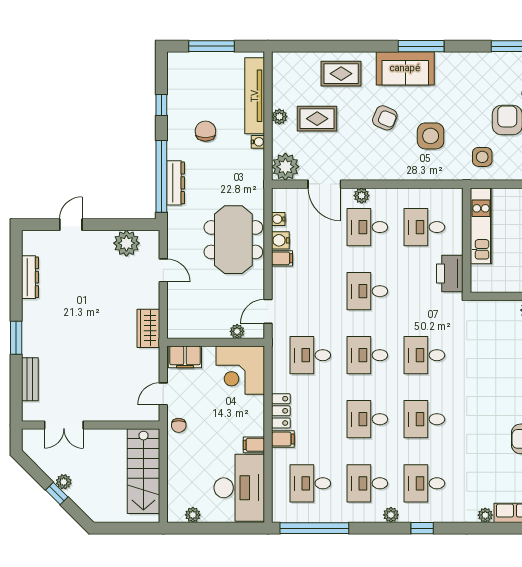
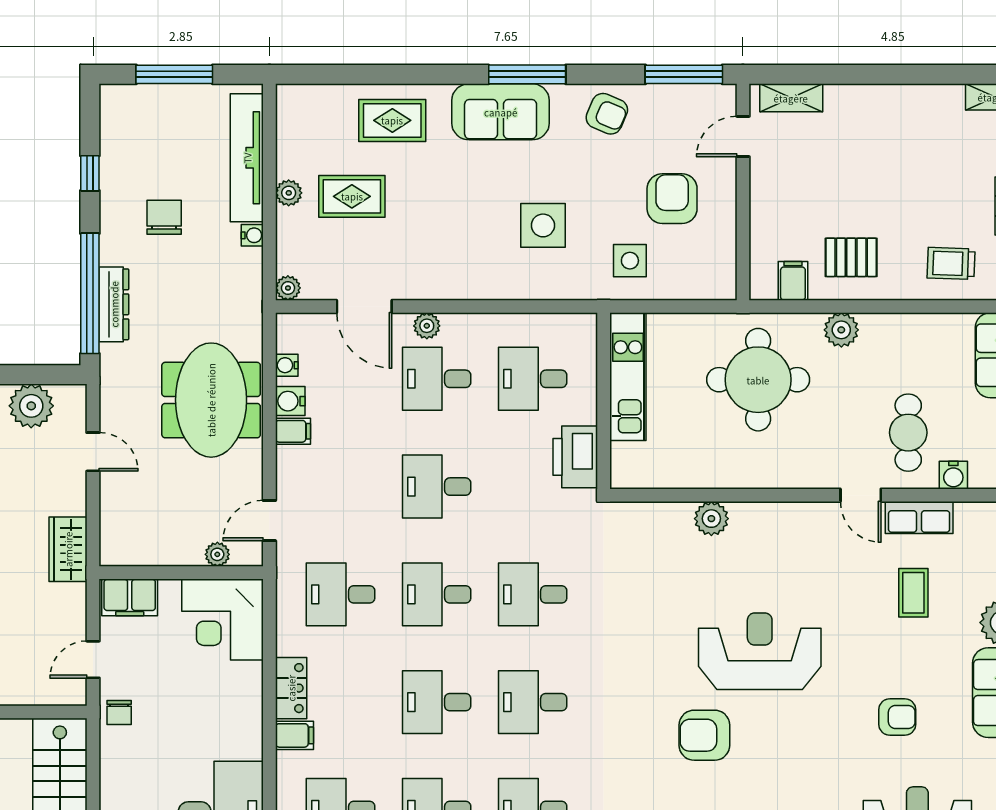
armchair: (385, 118) -> (607, 114), moved
plant: (285, 167) -> (288, 288), width x0.53, depth x0.53
filing cabinet: (254, 445) -> (246, 745), removed

